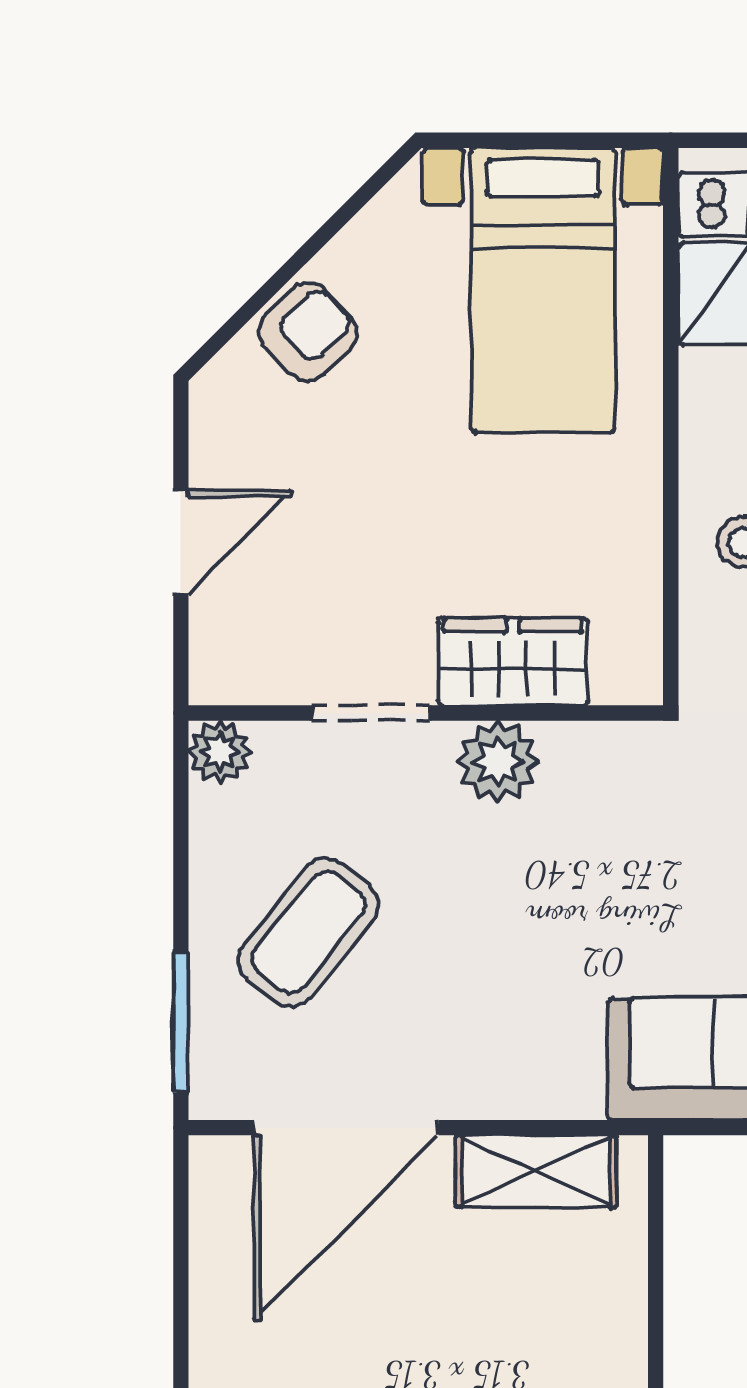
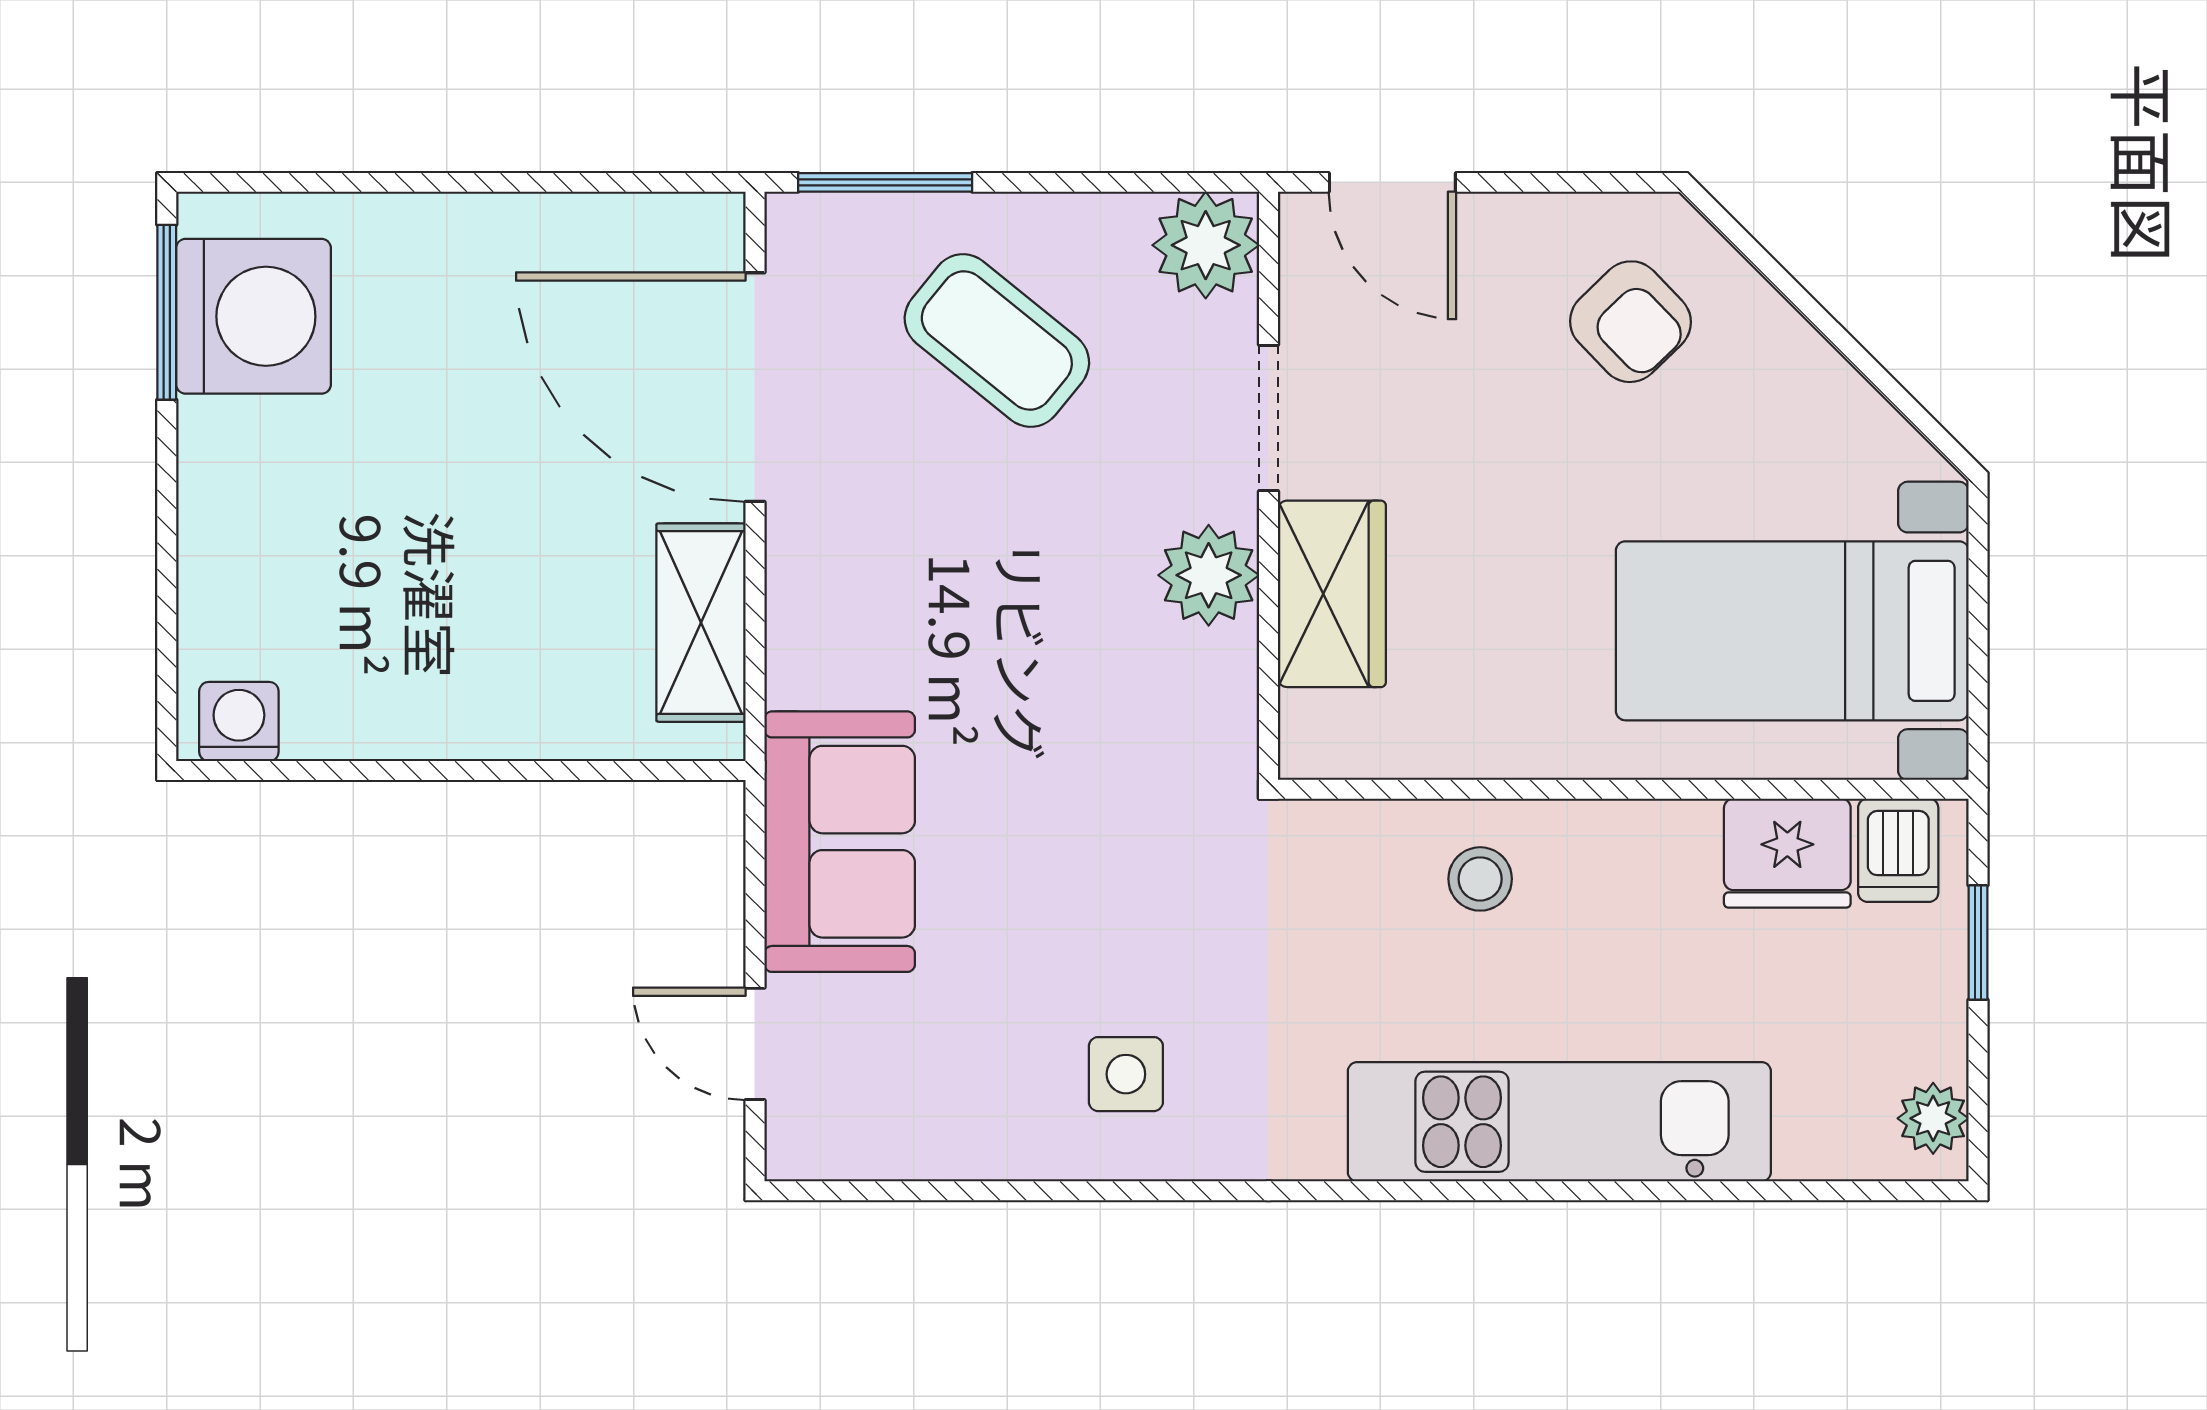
armchair: (308, 332) -> (1630, 322), moved
door: (181, 542) -> (1392, 182), moved
plant: (220, 752) -> (1206, 245), width x1.38, depth x1.38

